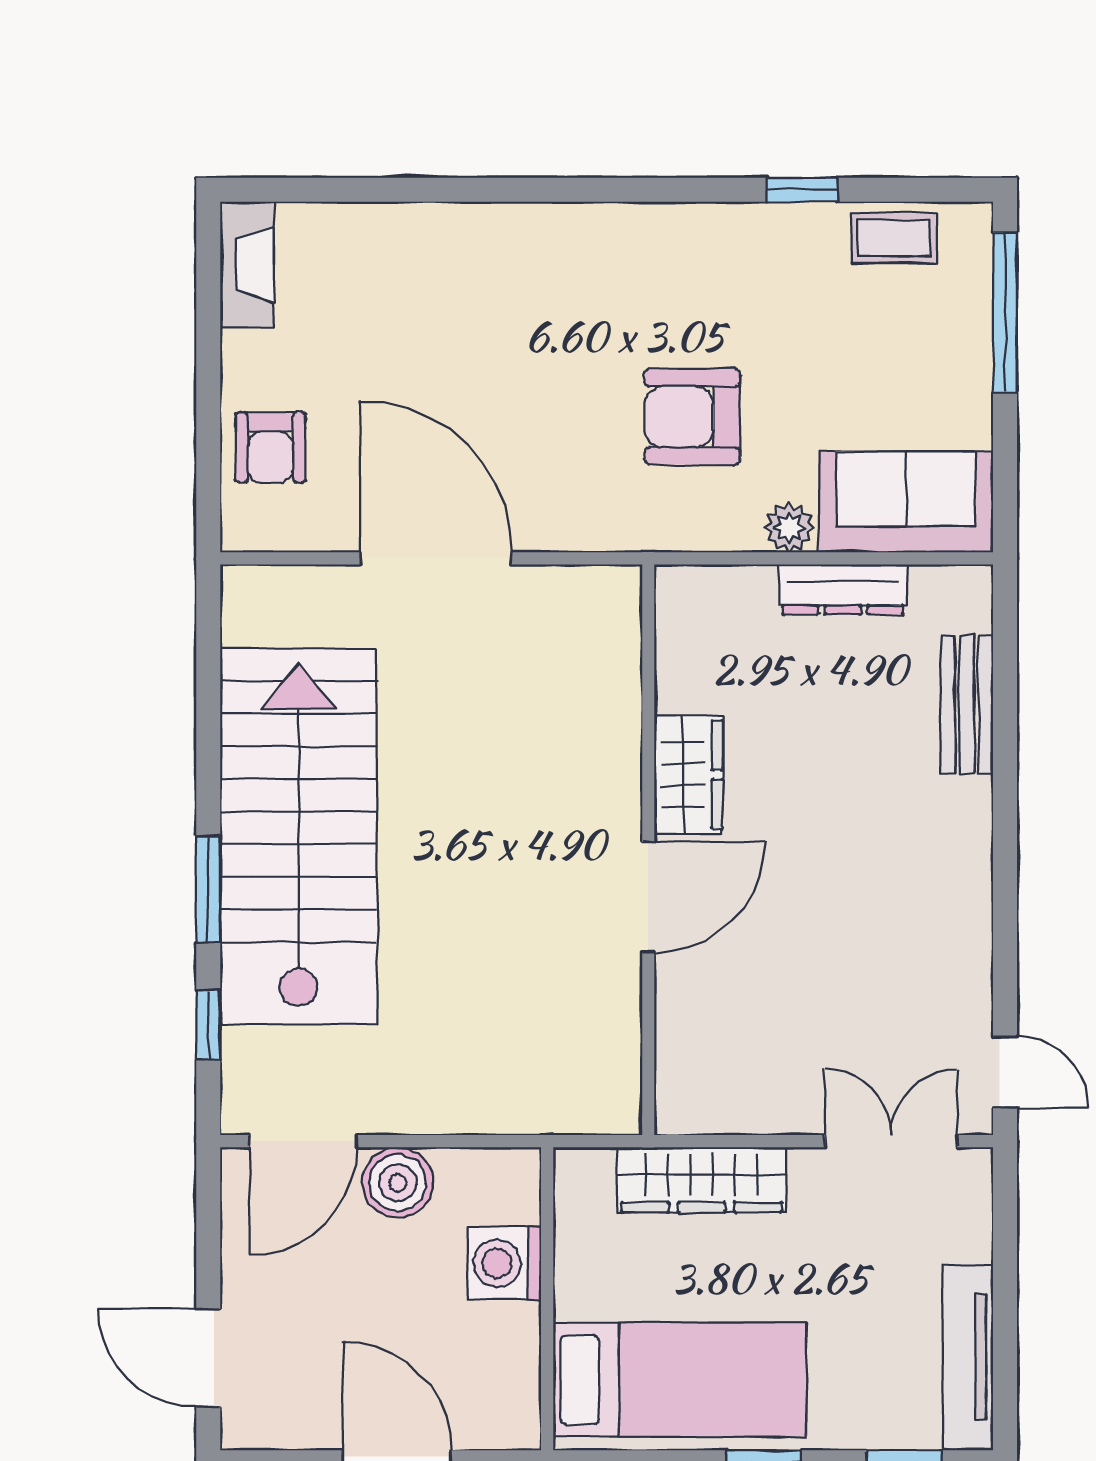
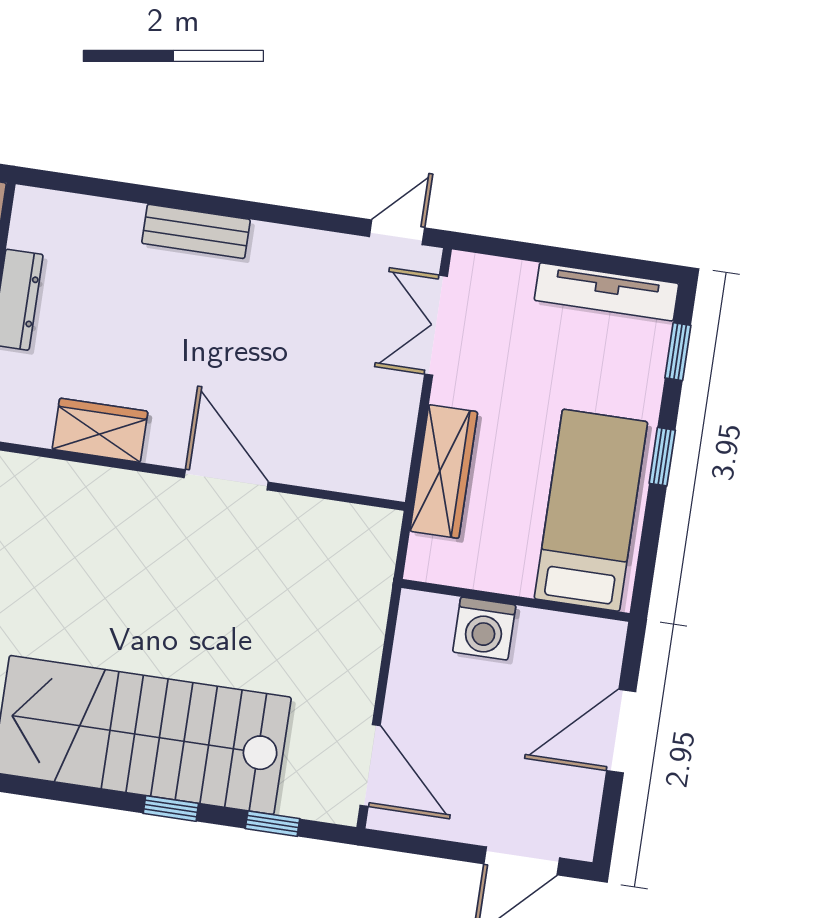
bench: (967, 704) -> (196, 231), moved
wardrobe: (688, 775) -> (100, 430), moved
window: (208, 889) -> (171, 808), width x0.67
boiler: (398, 1183) -> (412, 699), removed

